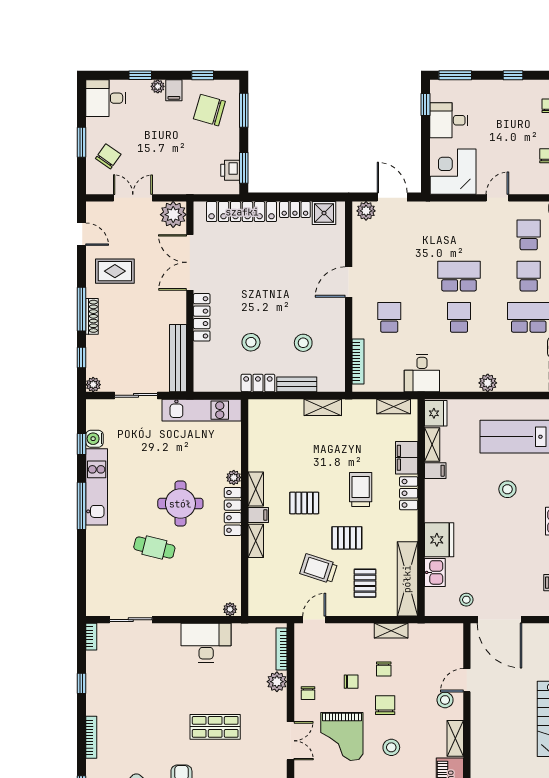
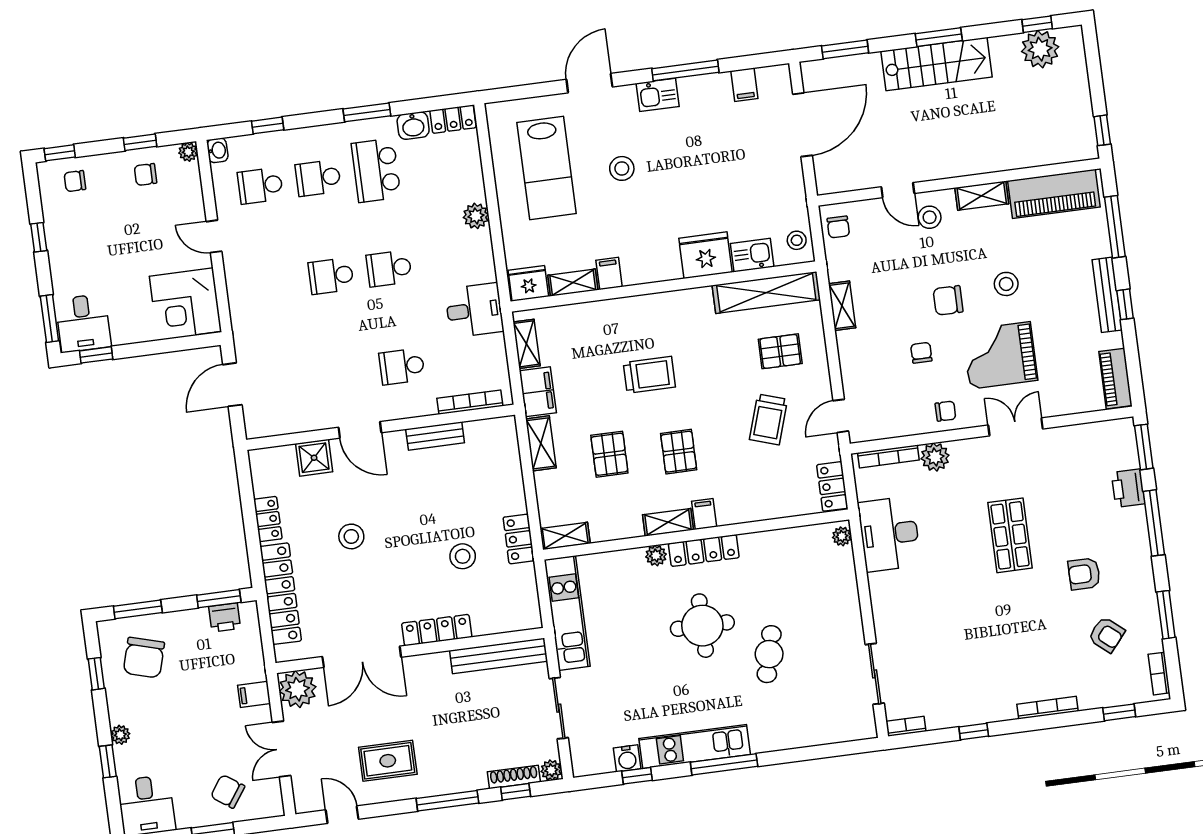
filing cabinet: (174, 90) -> (254, 694), moved, turned 180
desk: (449, 120) -> (83, 323), moved
plant: (366, 211) -> (257, 419), removed
shower: (324, 213) -> (314, 458), moved
door: (81, 234) -> (342, 815), hinge flipped
rug: (115, 271) -> (388, 761), turned 90
school desk: (459, 276) -> (331, 276), width x0.54
shoe rack: (92, 316) -> (514, 777), moved
stool: (303, 343) -> (351, 536), moved
bench: (297, 384) -> (435, 436), moved, turned 90
filing cabinet: (407, 458) -> (538, 392), moved, turned -90
trolley: (361, 489) -> (649, 375), turned 180
locker: (409, 493) -> (832, 486), moved, turned 90
pallet: (347, 538) -> (609, 454), moved
shelving: (256, 541) -> (565, 536), moved
stool: (466, 600) -> (797, 240), moved
door: (314, 620) -> (841, 416), hinge flipped
door: (499, 620) -> (802, 125), moved
desk: (206, 643) -> (889, 534), moved
chair: (384, 669) -> (838, 227), moved, turned 90
grand piano: (342, 736) -> (1000, 355), turned 180

